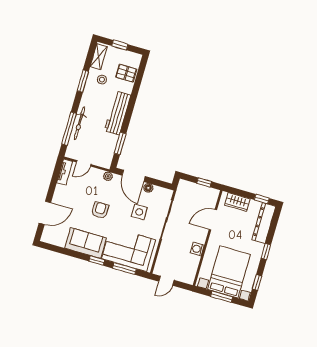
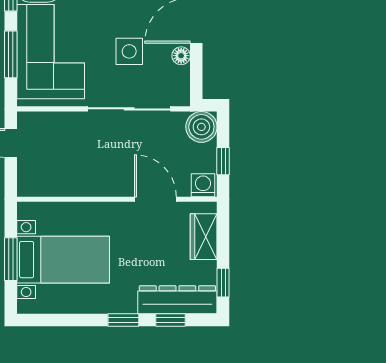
boiler: (185, 188) -> (201, 127), added
washing machine: (197, 249) -> (203, 185), moved
bed with nightstands: (229, 272) -> (63, 260), width x0.73
window: (257, 282) -> (170, 320), moved

